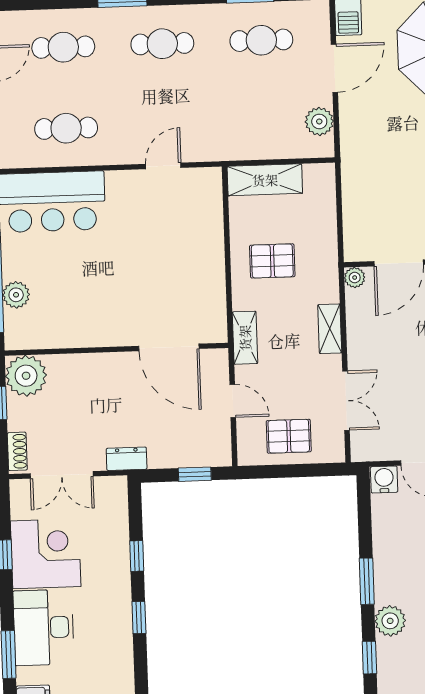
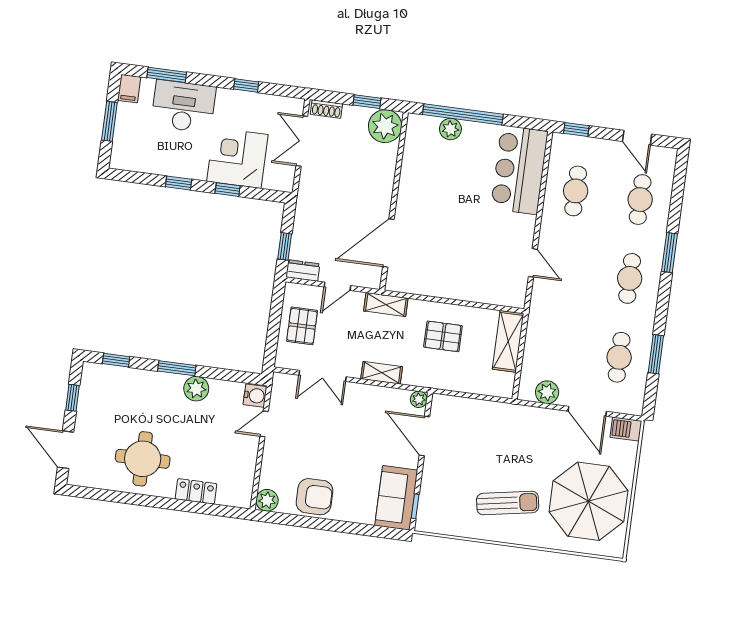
pallet: (272, 261) -> (443, 336), turned 90
dresser: (127, 459) -> (303, 270), moved, turned -90
corner desk: (46, 554) -> (237, 158), moved, turned 180
plant: (390, 621) -> (196, 389), moved

